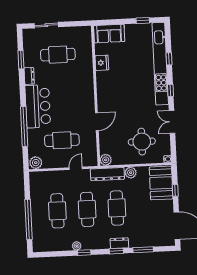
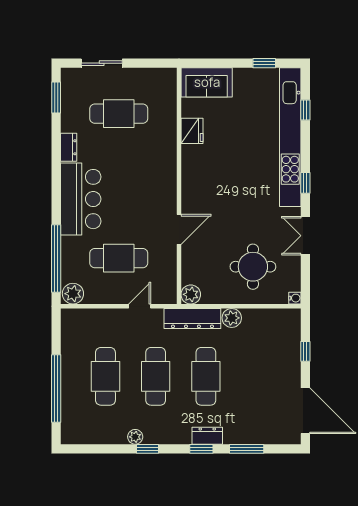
window: (169, 59) -> (305, 110), moved
window: (21, 60) -> (56, 97), moved
window: (24, 126) -> (56, 258), moved
booth: (161, 183) -> (282, 338), removed

